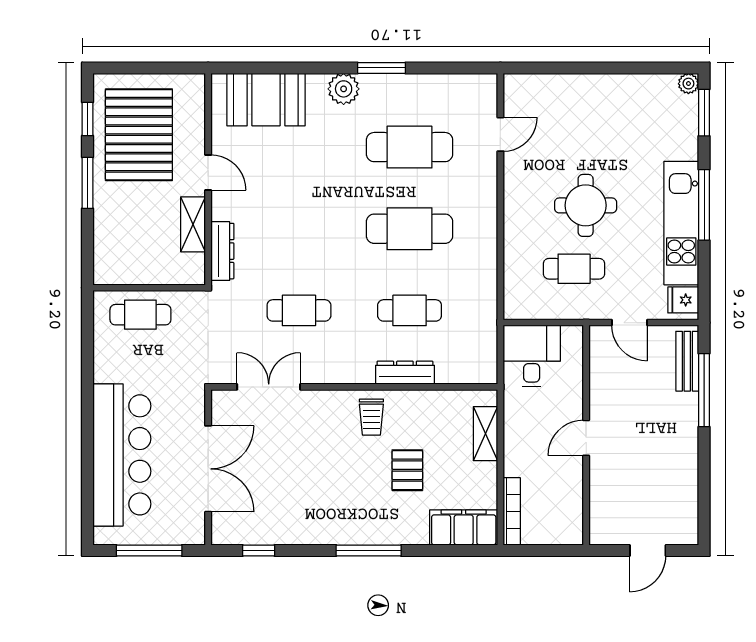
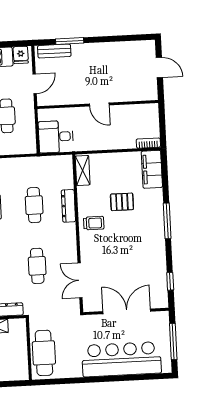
cafe table: (140, 315) -> (44, 353), width x1.37, depth x1.35
window: (704, 390) -> (70, 41), width x0.69
shelving: (485, 434) -> (83, 170), moved, turned 90
bookcase: (512, 511) -> (148, 143), width x0.64

